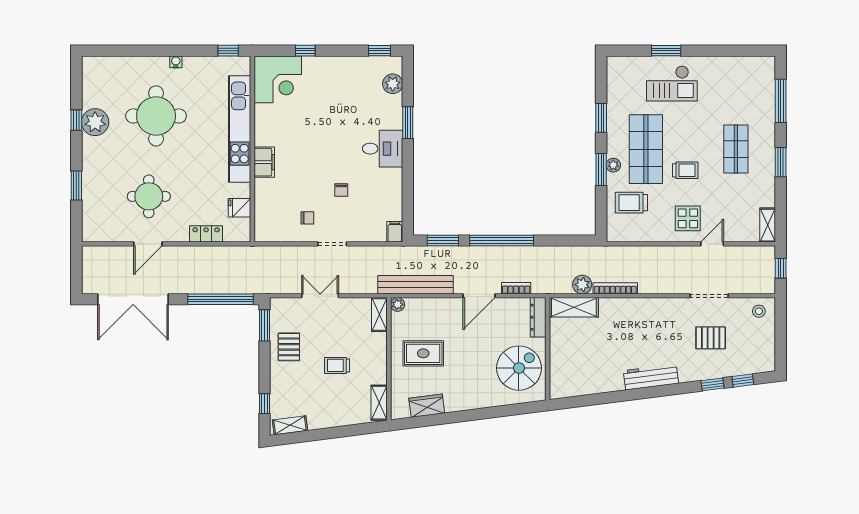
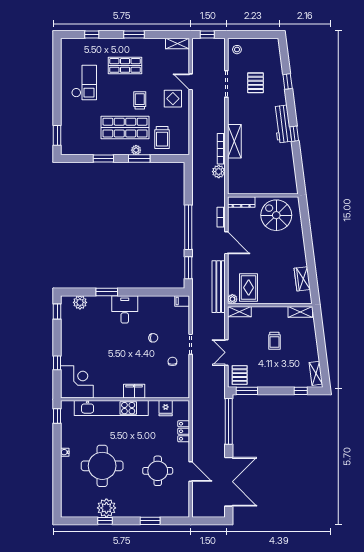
window: (666, 51) -> (57, 135), moved
checkout: (672, 83) -> (84, 82), moved
window: (781, 101) -> (92, 35), width x0.46
shelving: (574, 307) -> (234, 141), moved
pallet: (289, 347) -> (240, 375), moved, turned 90
rug: (423, 353) -> (249, 288), moved
window: (743, 381) -> (294, 134), moved

